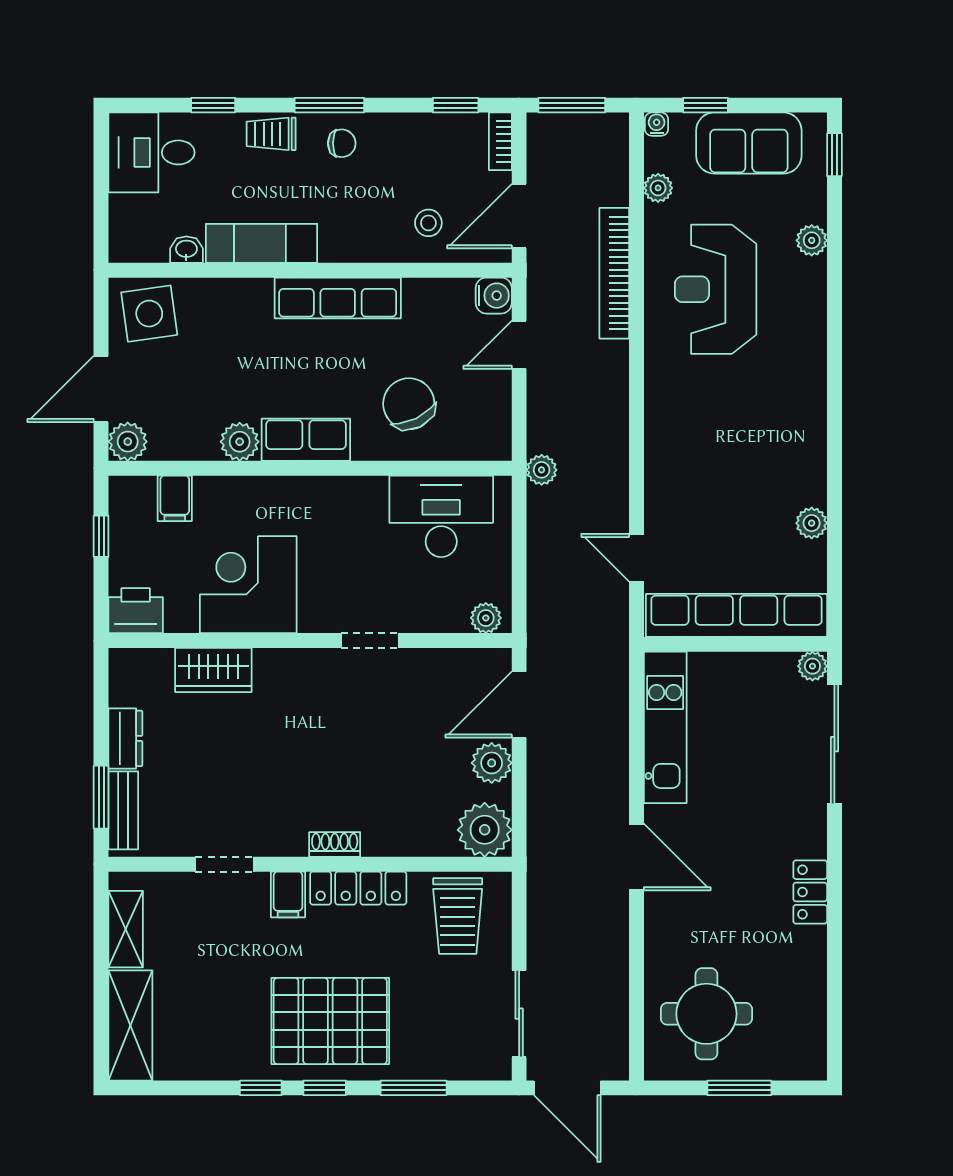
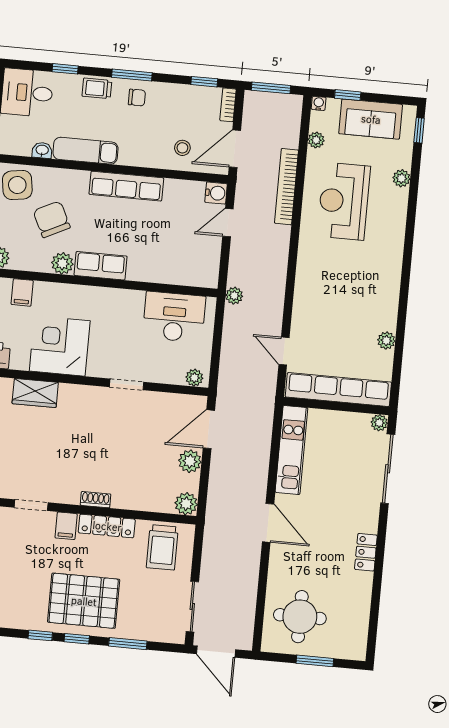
chair: (409, 404) -> (52, 219), moved
plant: (485, 830) -> (186, 504), width x0.73, depth x0.73

